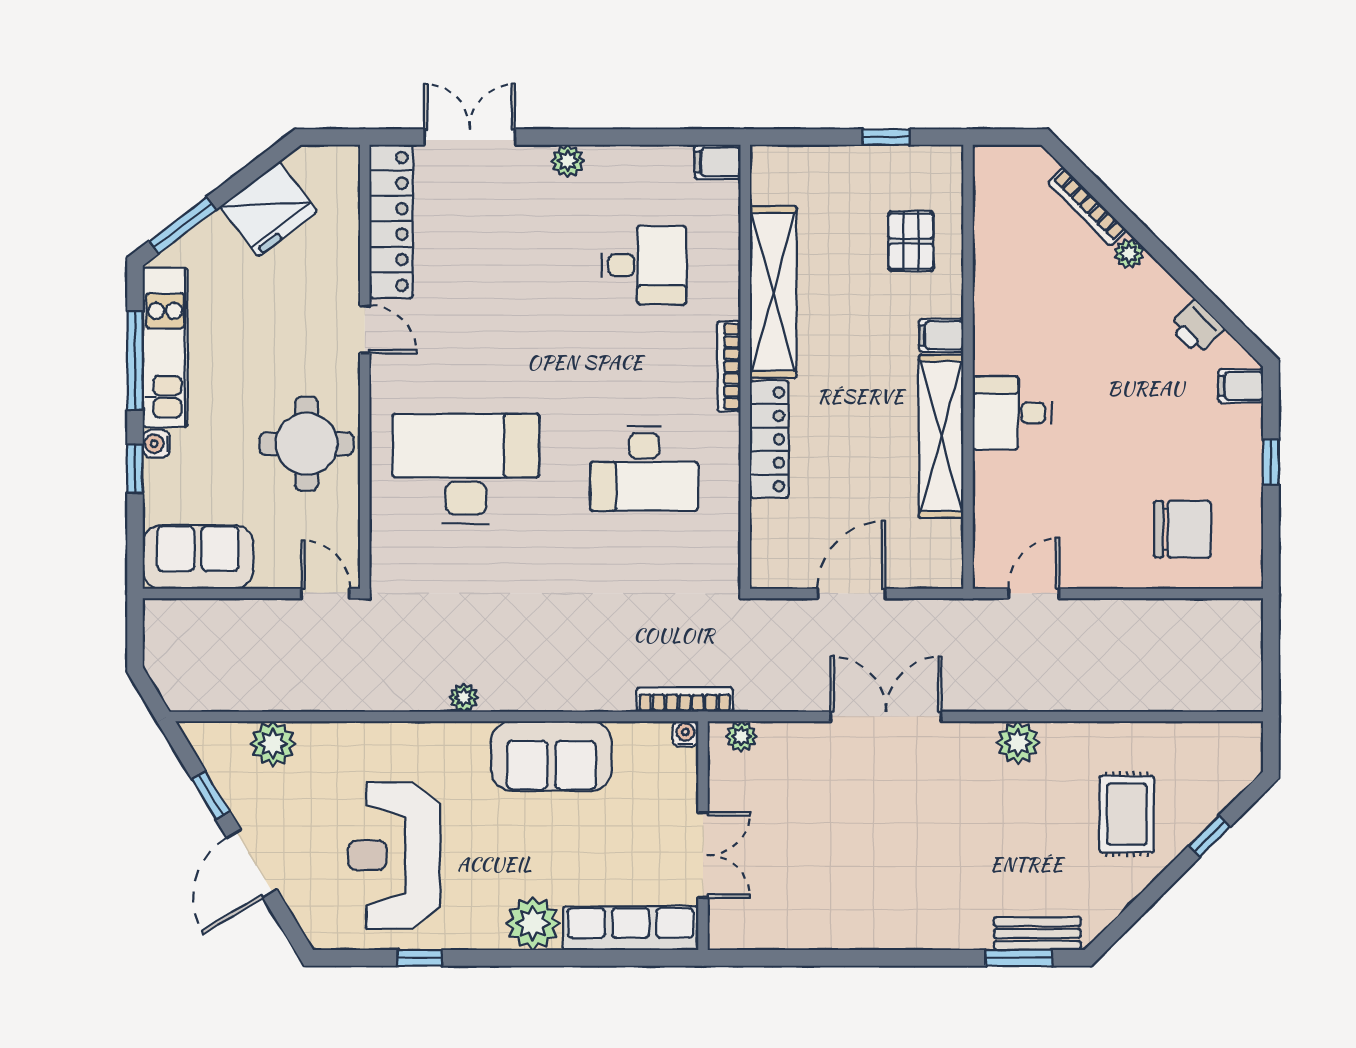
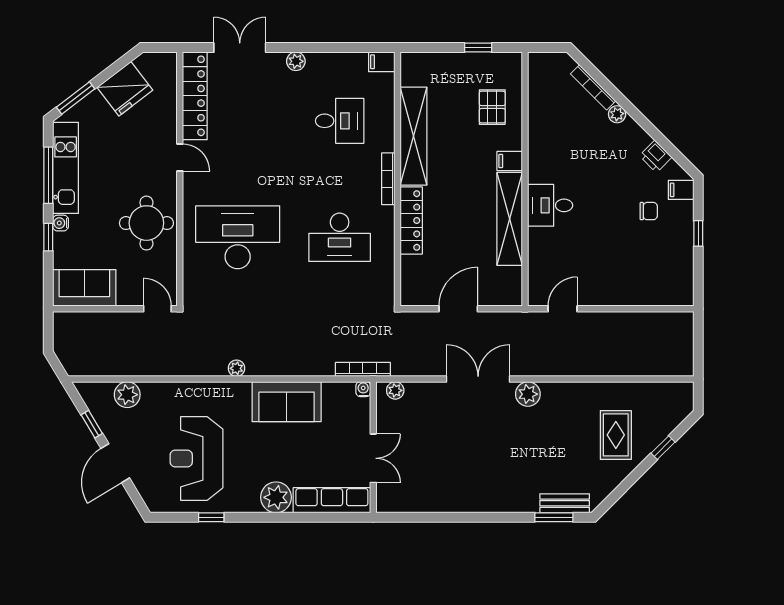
chair: (1182, 529) -> (649, 211), moved, width x0.54, depth x0.54
plant: (1018, 743) -> (528, 394), moved

